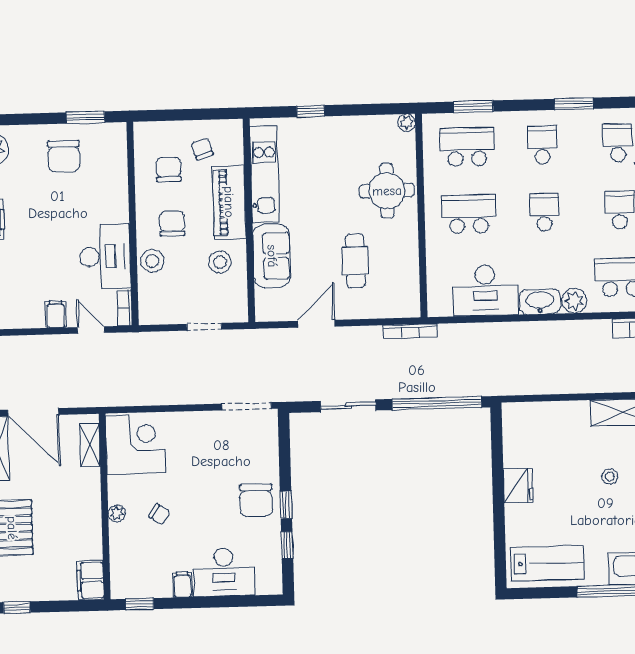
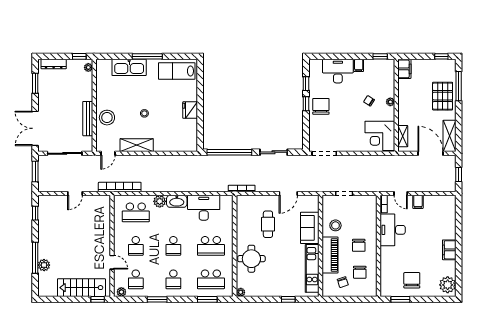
stool: (152, 261) -> (369, 227), removed

